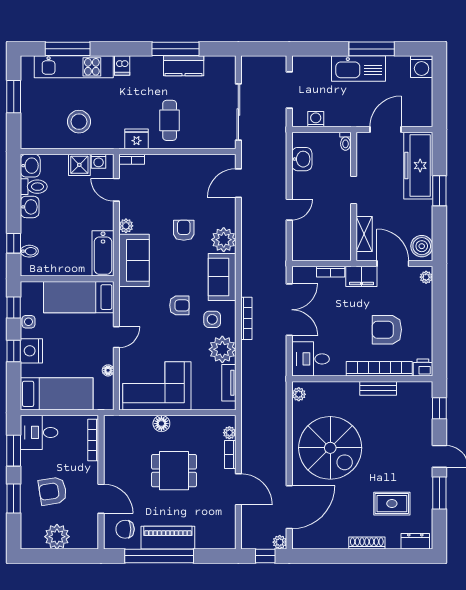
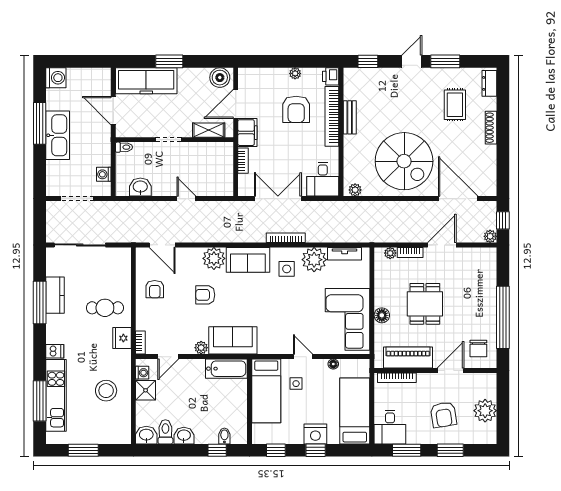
sliding door: (238, 112) -> (80, 245), moved
plant: (426, 277) -> (295, 73), moved
armchair: (179, 305) -> (155, 289), moved, turned 180
side table: (28, 322) -> (296, 384), moved
spiral stairs: (330, 448) -> (404, 161), turned 90
piano: (168, 538) -> (408, 358), moved, turned 90
plant: (280, 542) -> (490, 236), moved

